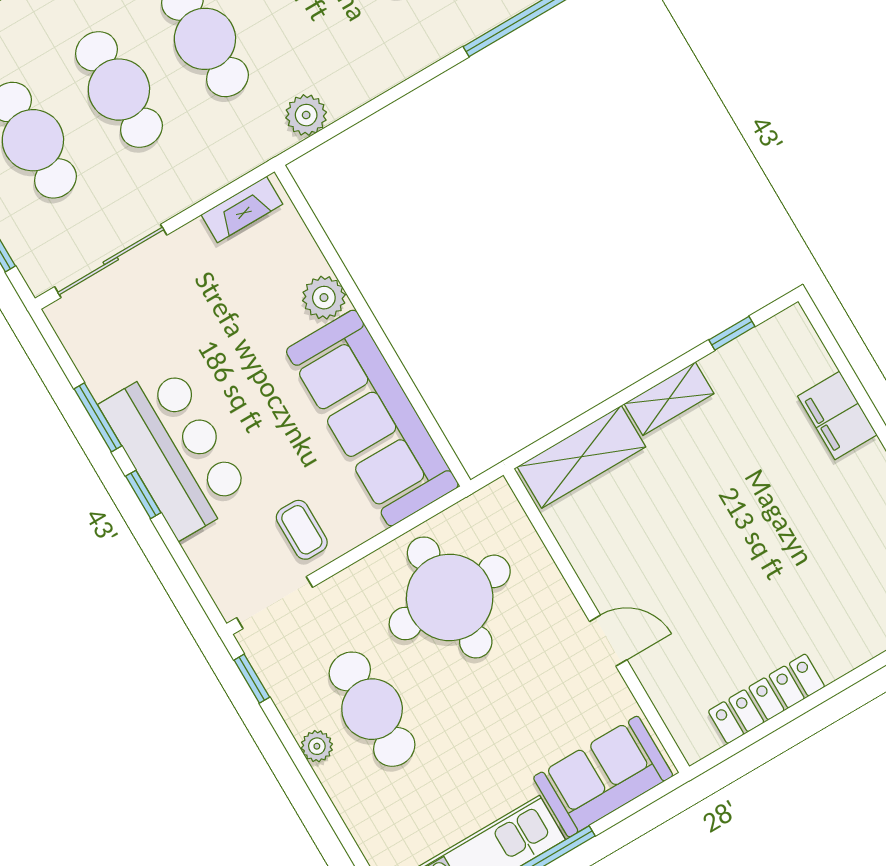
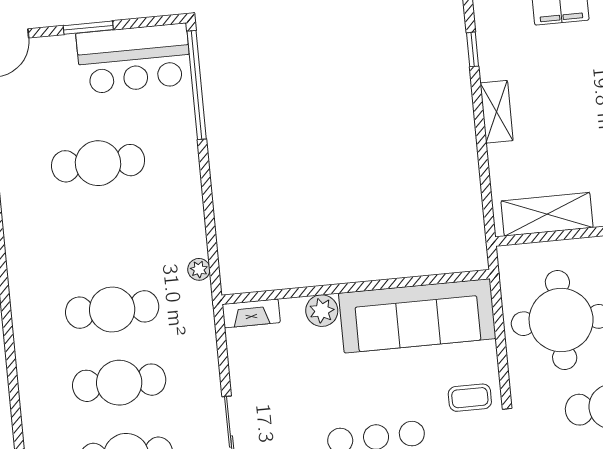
plant: (306, 115) -> (199, 269), width x0.73, depth x0.73
fireplace: (242, 209) -> (251, 313), moved, turned 90
shelving: (581, 457) -> (547, 214), moved, turned 90

